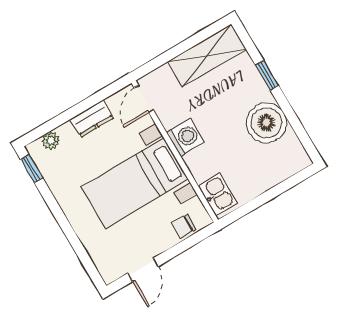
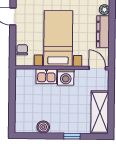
dresser: (92, 119) -> (103, 32), width x1.44
boiler: (266, 123) -> (43, 127), width x0.54, depth x0.54
kitchen sink: (218, 194) -> (46, 76), moved

